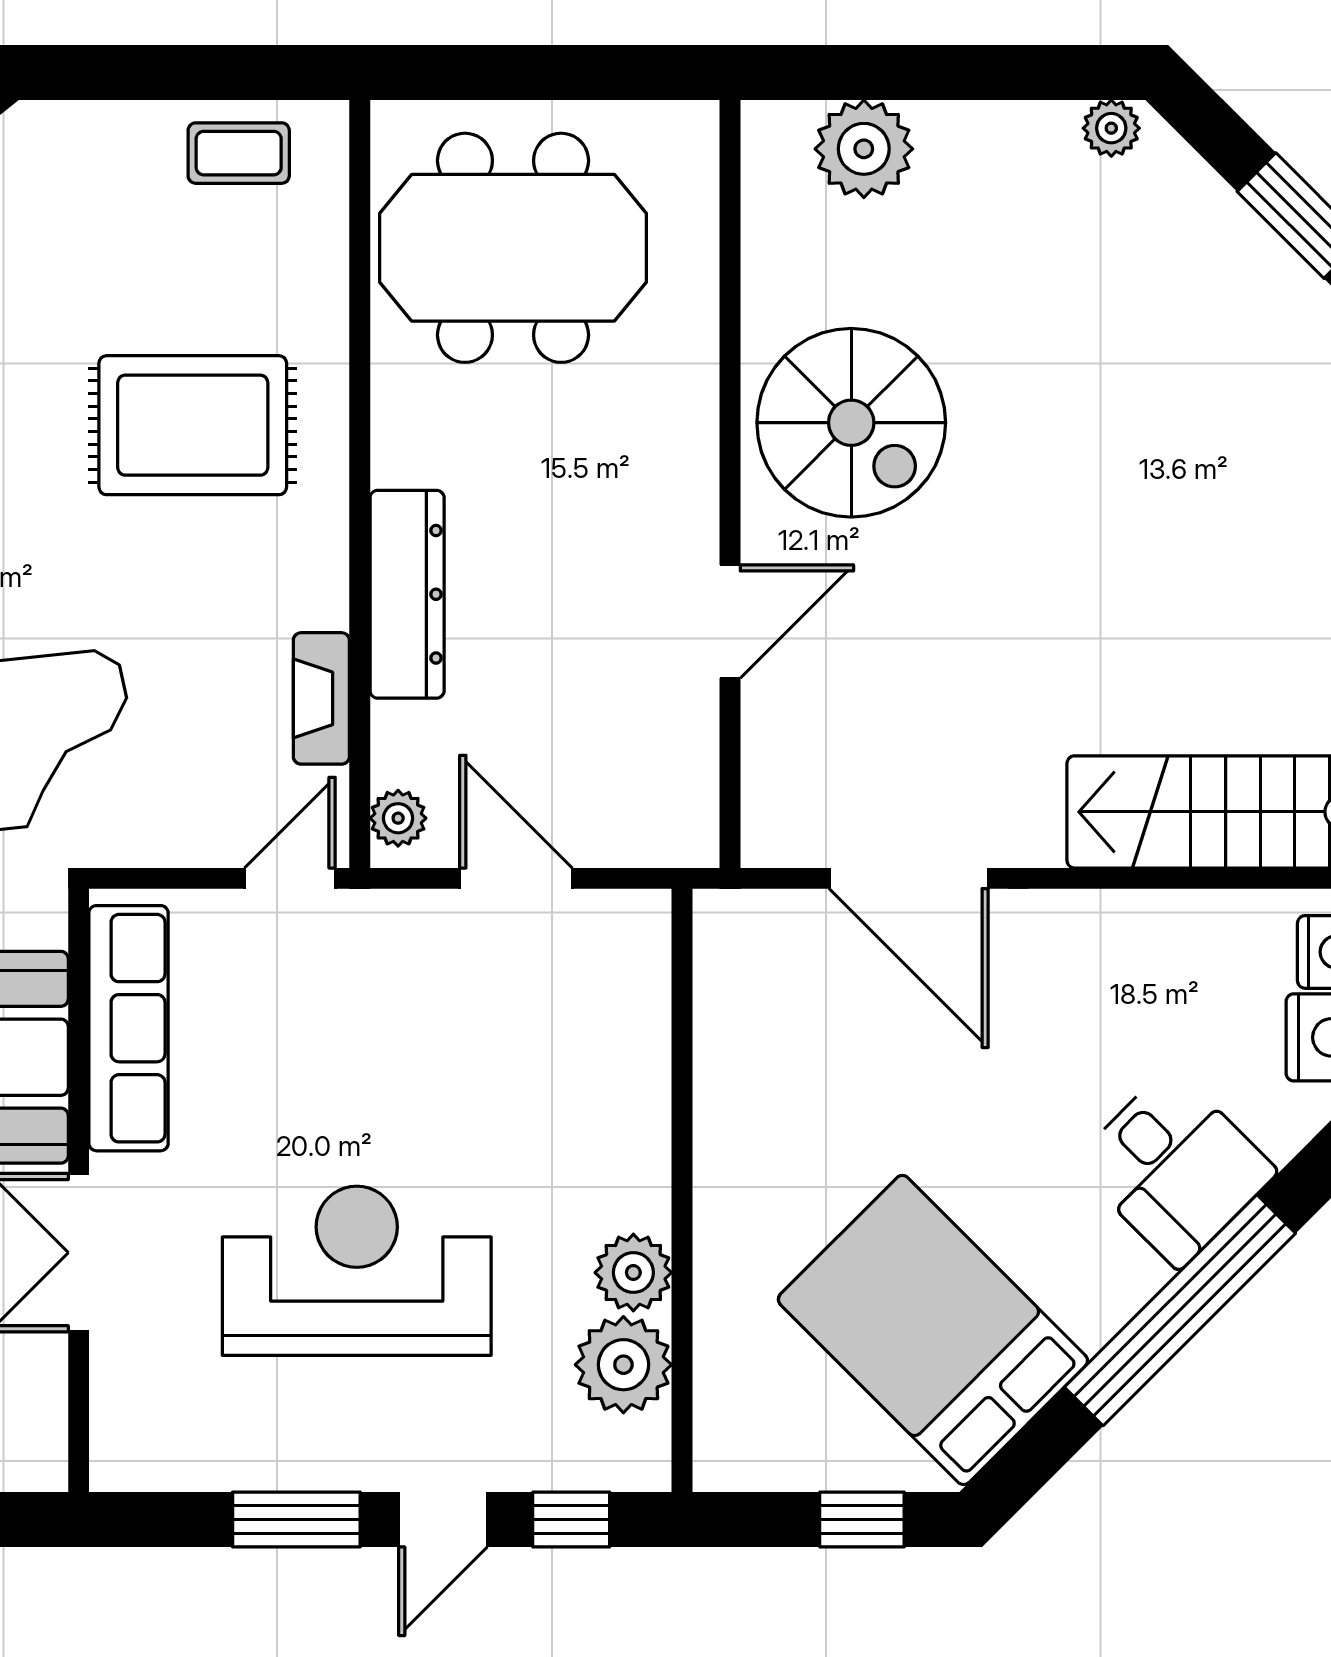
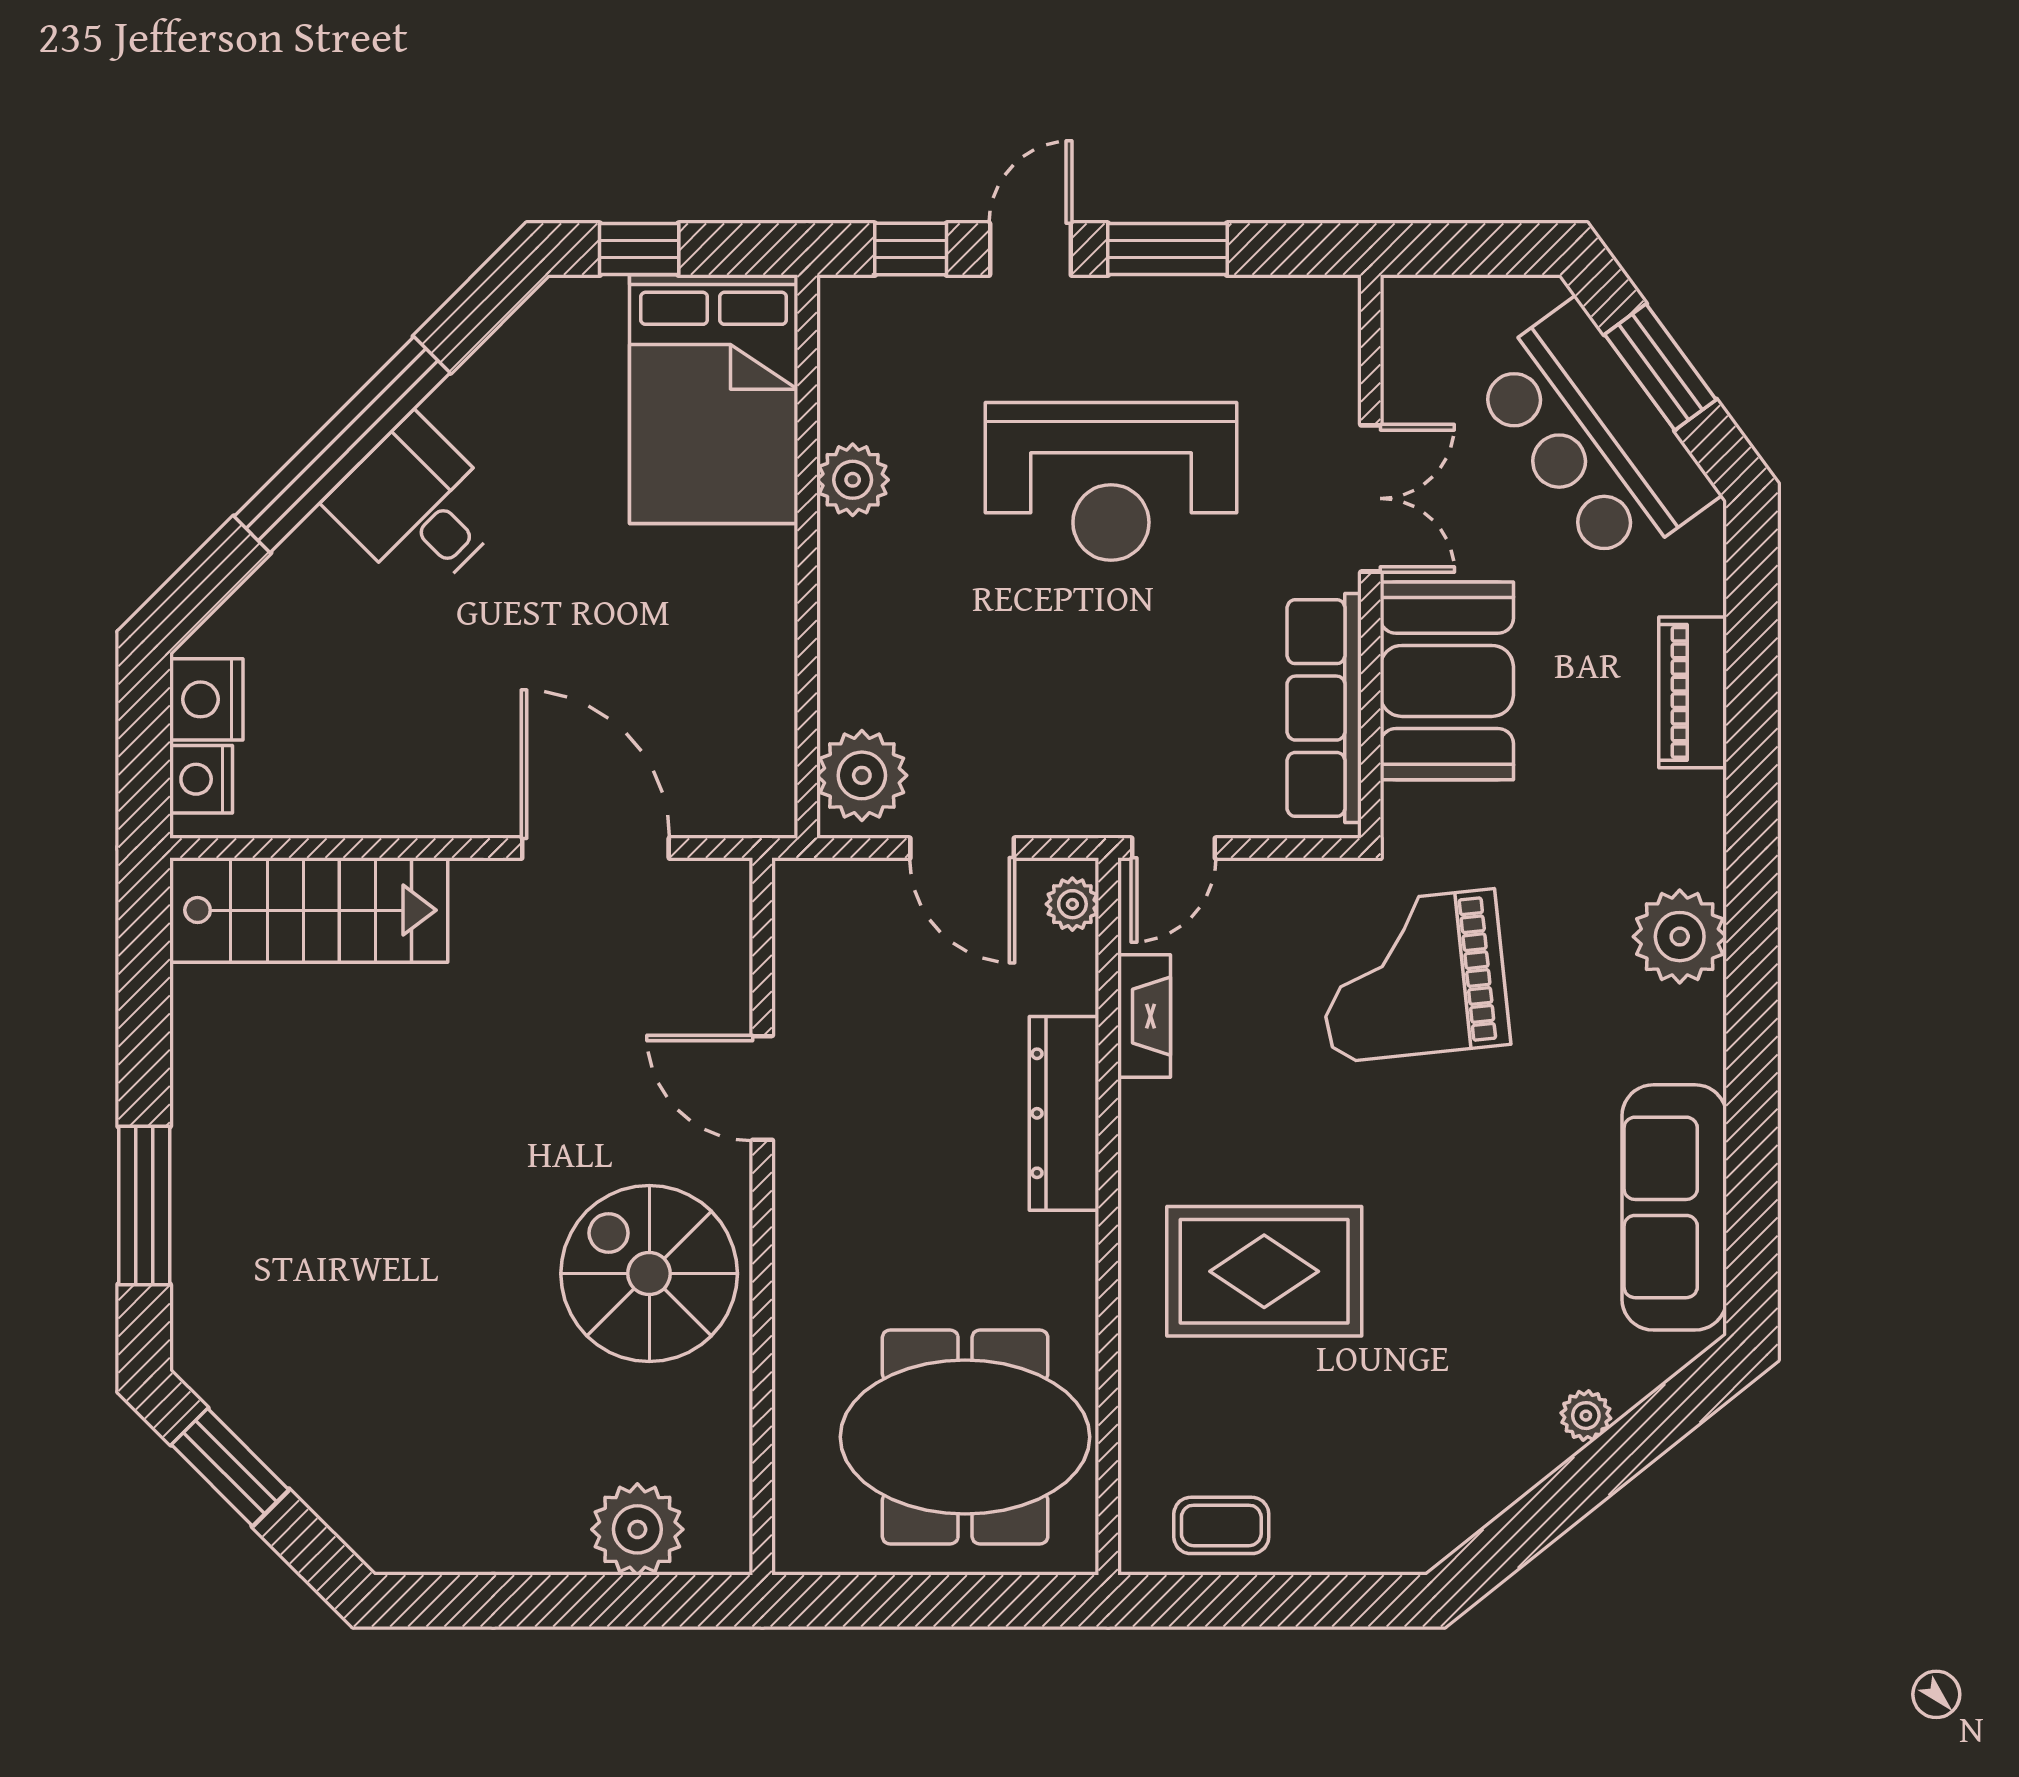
plant: (1111, 128) -> (406, 1549), removed
door: (730, 621) -> (762, 1088), hinge flipped
desk: (1175, 1167) -> (418, 507), moved
bed: (933, 1330) -> (714, 399), moved, turned 45
plant: (623, 1365) -> (862, 775), moved

